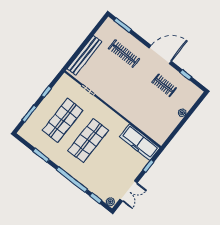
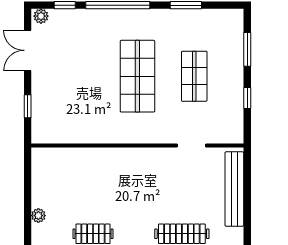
shop shelf: (63, 120) -> (194, 76), width x0.70, depth x0.74
freezer: (140, 142) -> (65, 129), removed

